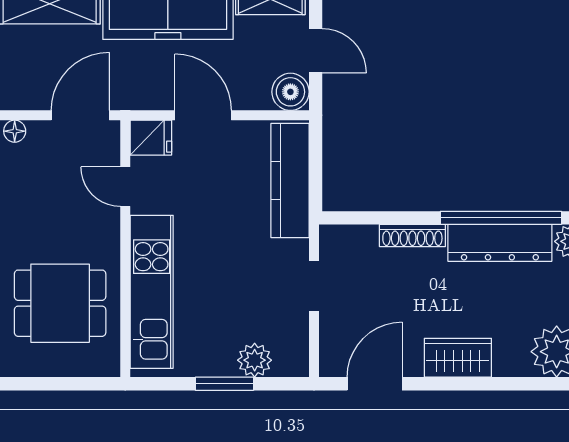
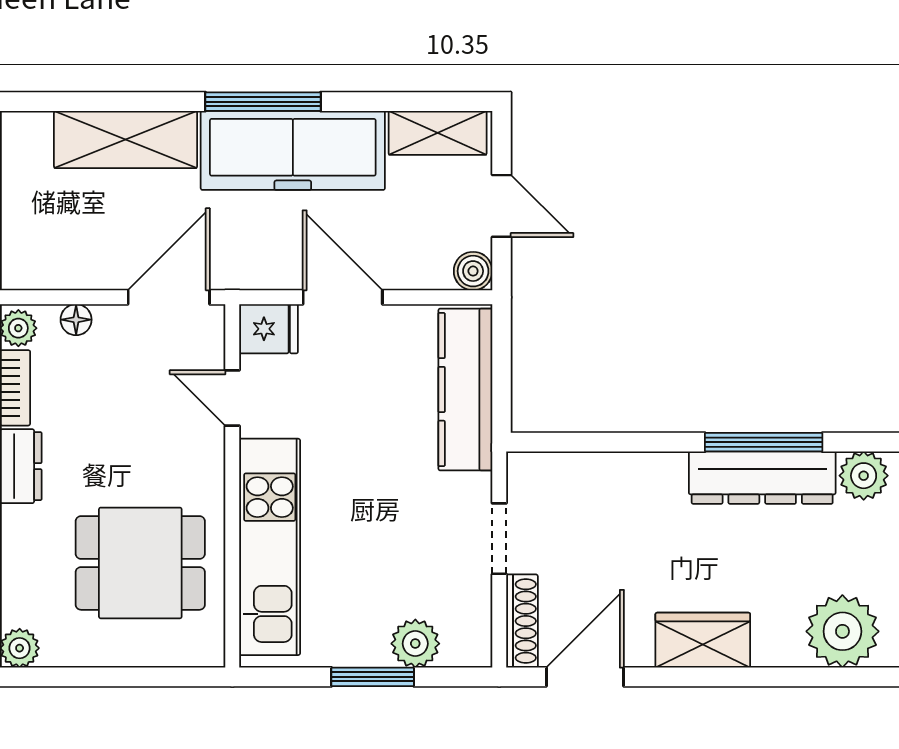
boiler: (290, 92) -> (473, 271), width x0.73, depth x0.73
window: (501, 218) -> (764, 442), width x0.68
shoe rack: (412, 236) -> (522, 621), moved, turned -90

